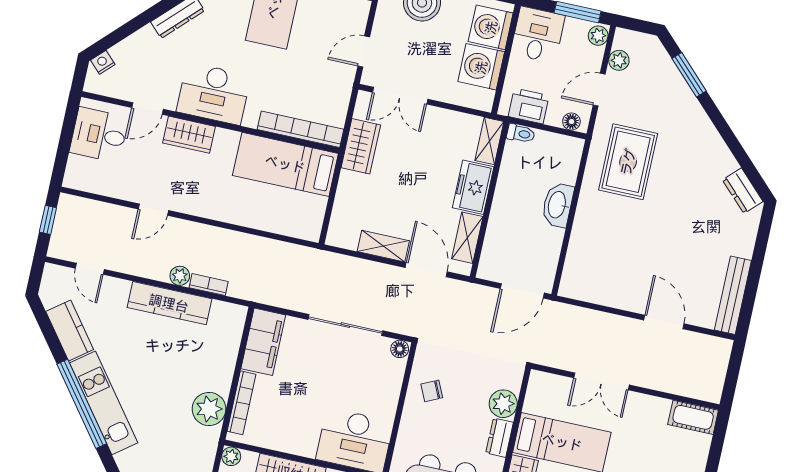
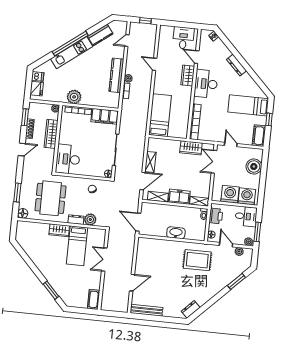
bed: (285, 164) -> (160, 115), moved

